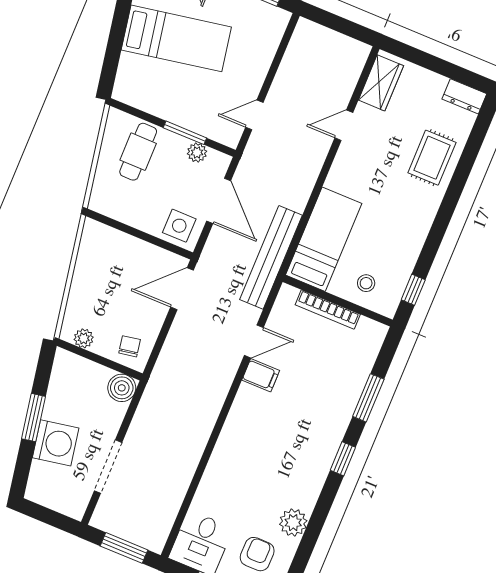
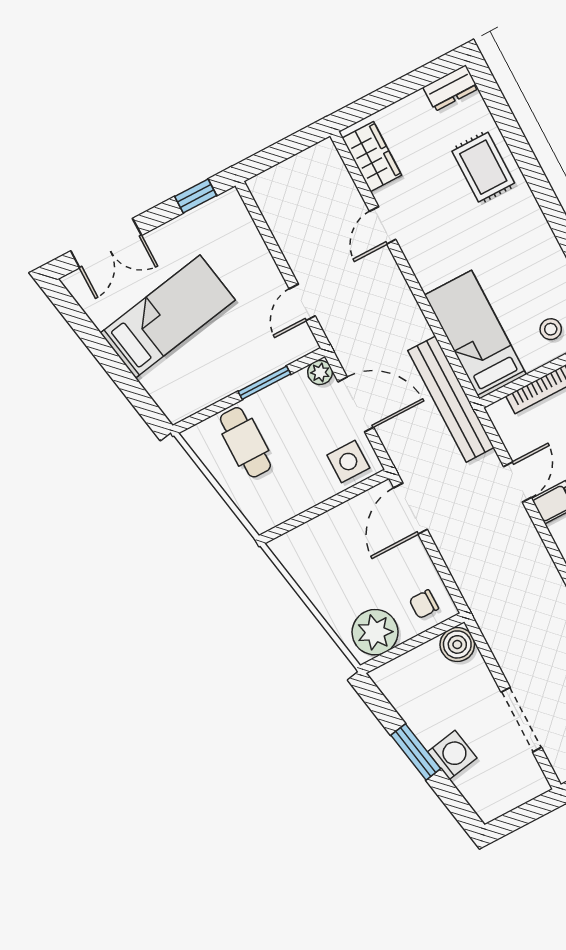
plant: (197, 152) -> (320, 372), moved
plant: (84, 338) -> (375, 632), width x1.88, depth x1.88
chair: (130, 346) -> (424, 604), turned -80
washing machine: (56, 443) -> (452, 755), width x0.73, depth x0.73

